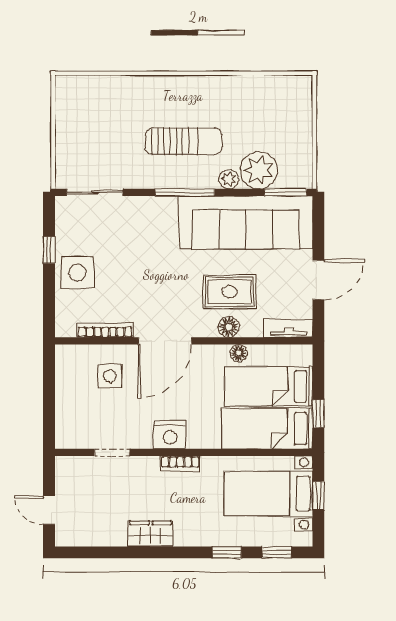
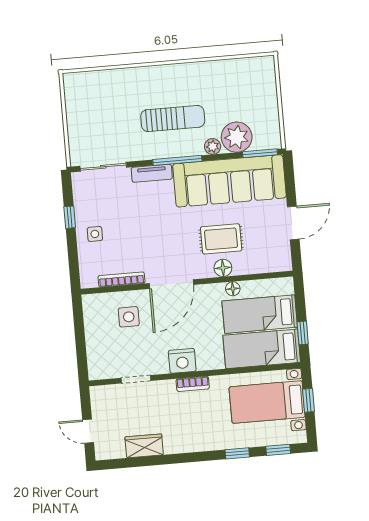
side table: (78, 273) -> (95, 234), width x0.54, depth x0.54
tv unit: (288, 328) -> (152, 173), moved, turned 180
wardrobe: (151, 534) -> (144, 446), moved

